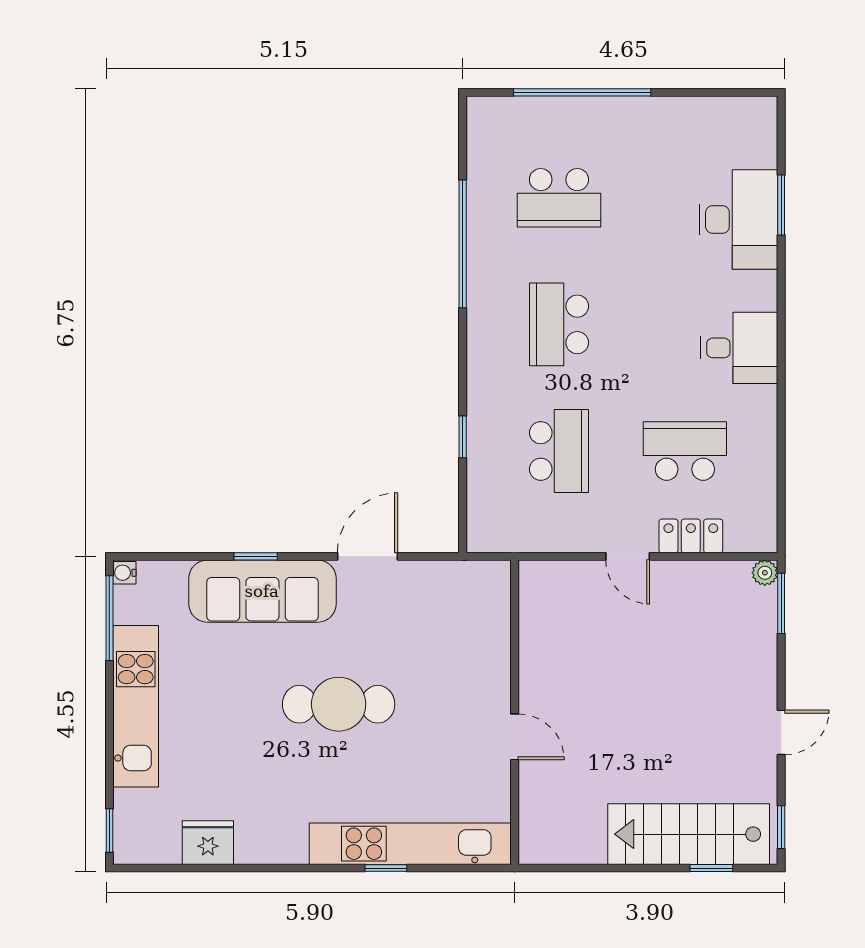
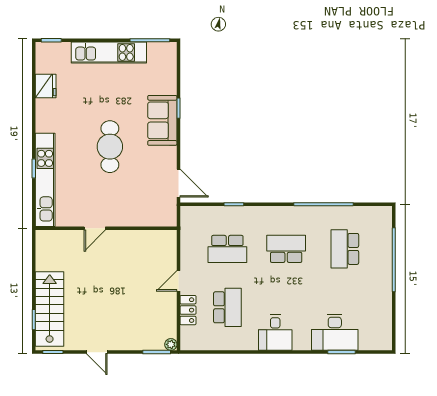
door: (368, 556) -> (178, 183), moved
water cooler: (124, 573) -> (171, 47), removed
sofa: (262, 591) -> (162, 120), width x0.73

